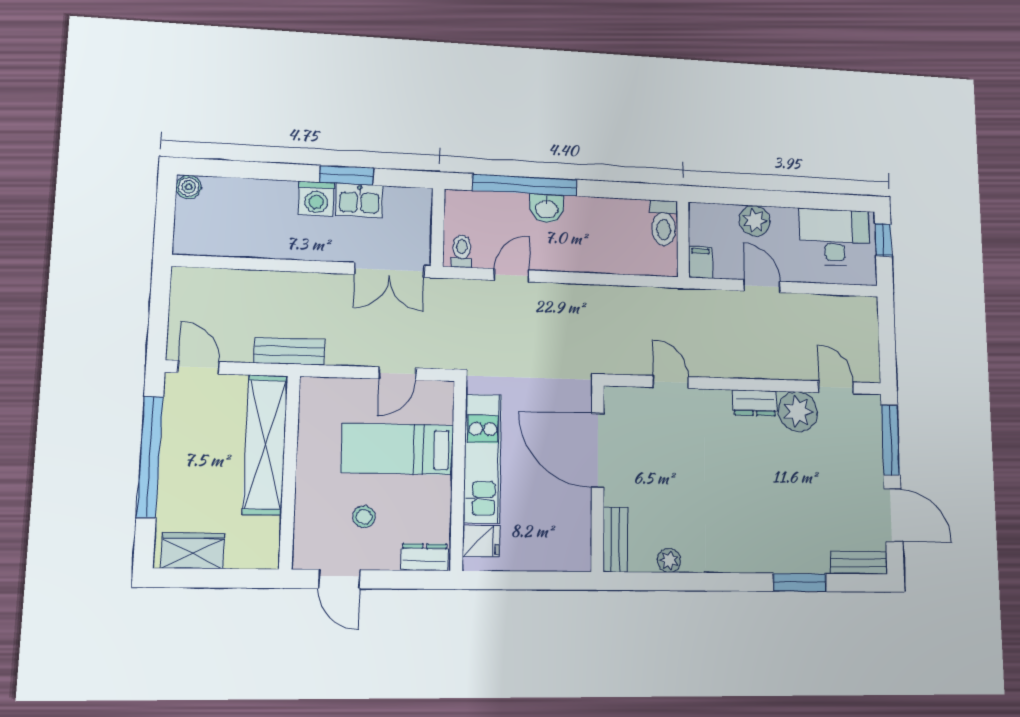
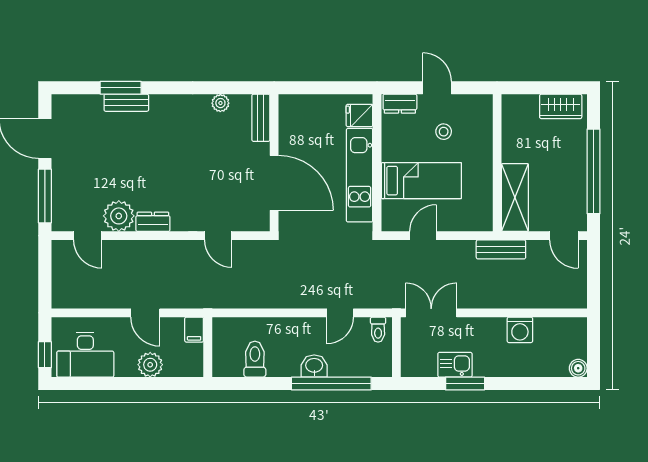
washing machine: (316, 199) -> (520, 330), moved, turned 180
toilet: (664, 223) -> (255, 359), moved
shelving: (265, 444) -> (515, 197), width x0.68
bench: (859, 563) -> (126, 103), moved
door: (339, 579) -> (437, 88), moved

